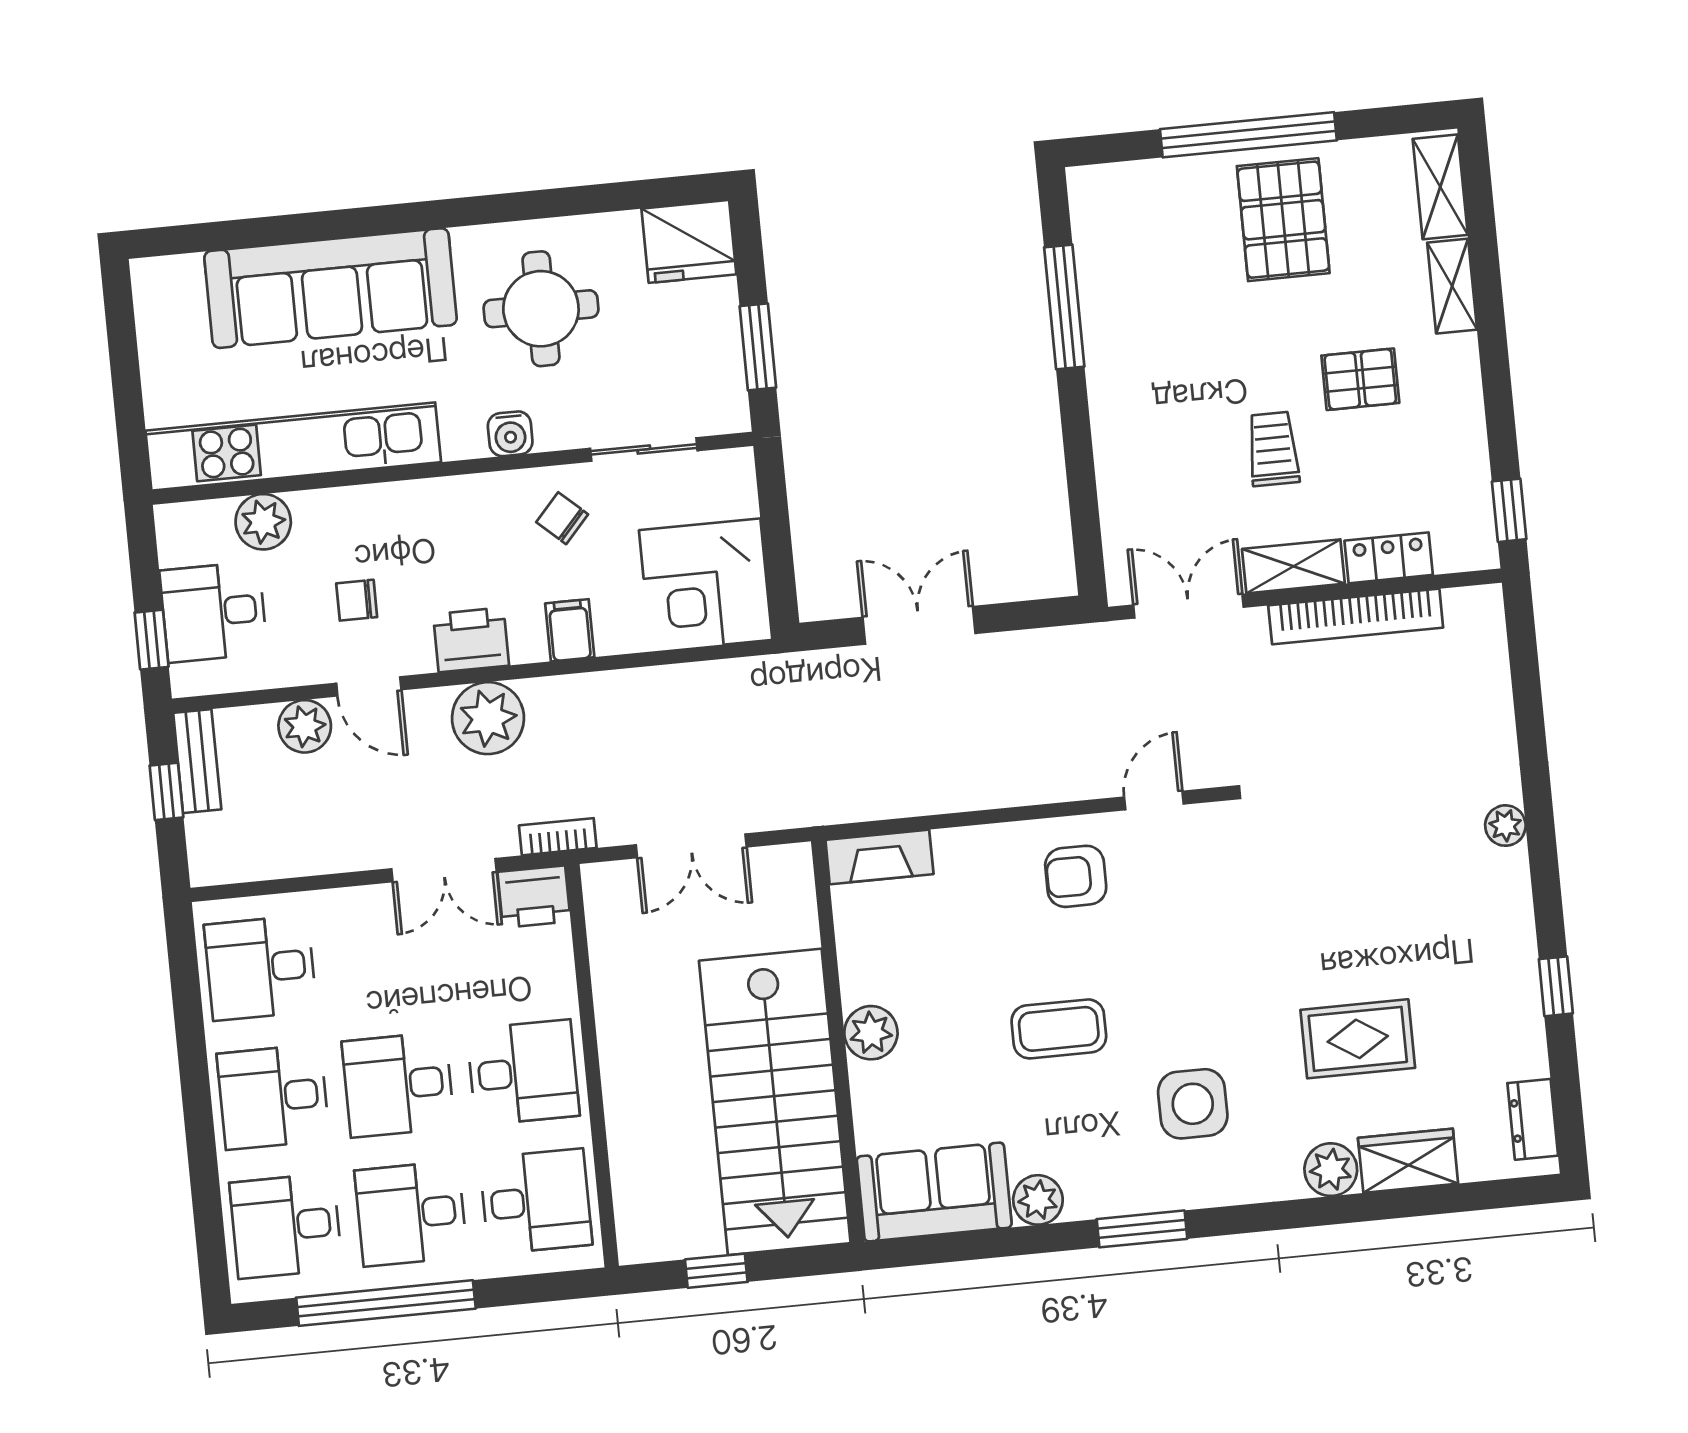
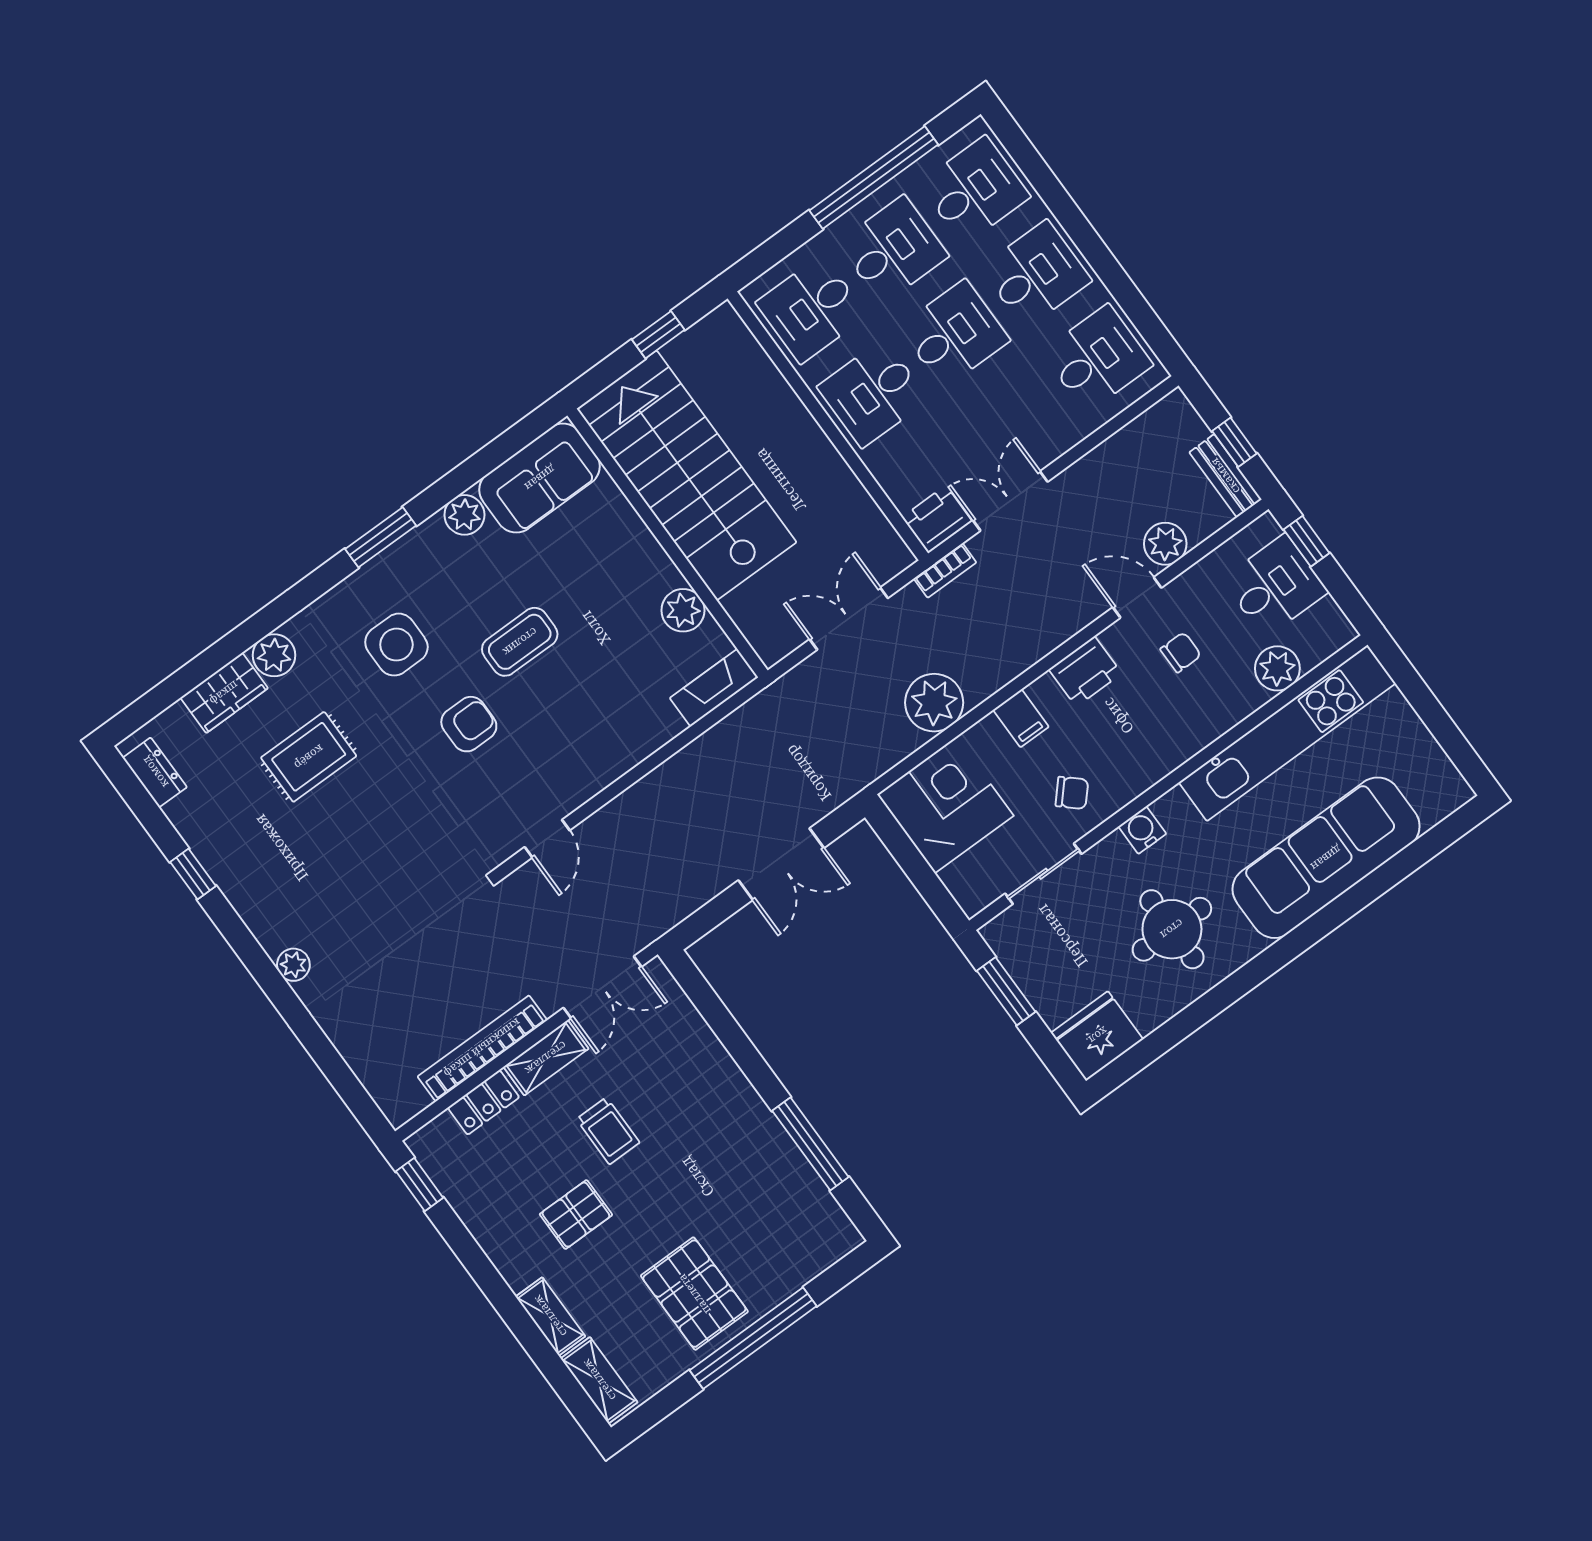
plant: (488, 718) -> (934, 703), moved
armchair: (1076, 876) -> (469, 724), moved
plant: (871, 1033) -> (683, 610), moved

